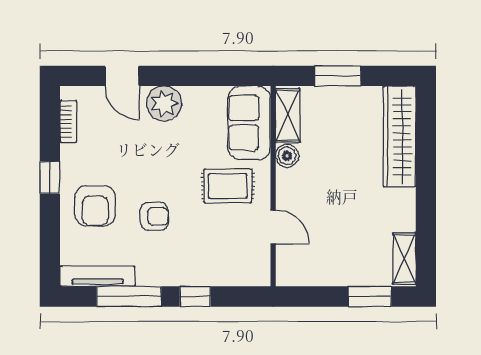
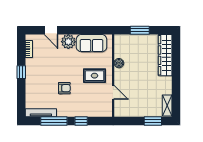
shelving: (288, 115) -> (119, 47), removed
sofa: (249, 123) -> (92, 43), moved, turned -90
armchair: (95, 206) -> (40, 84), removed

